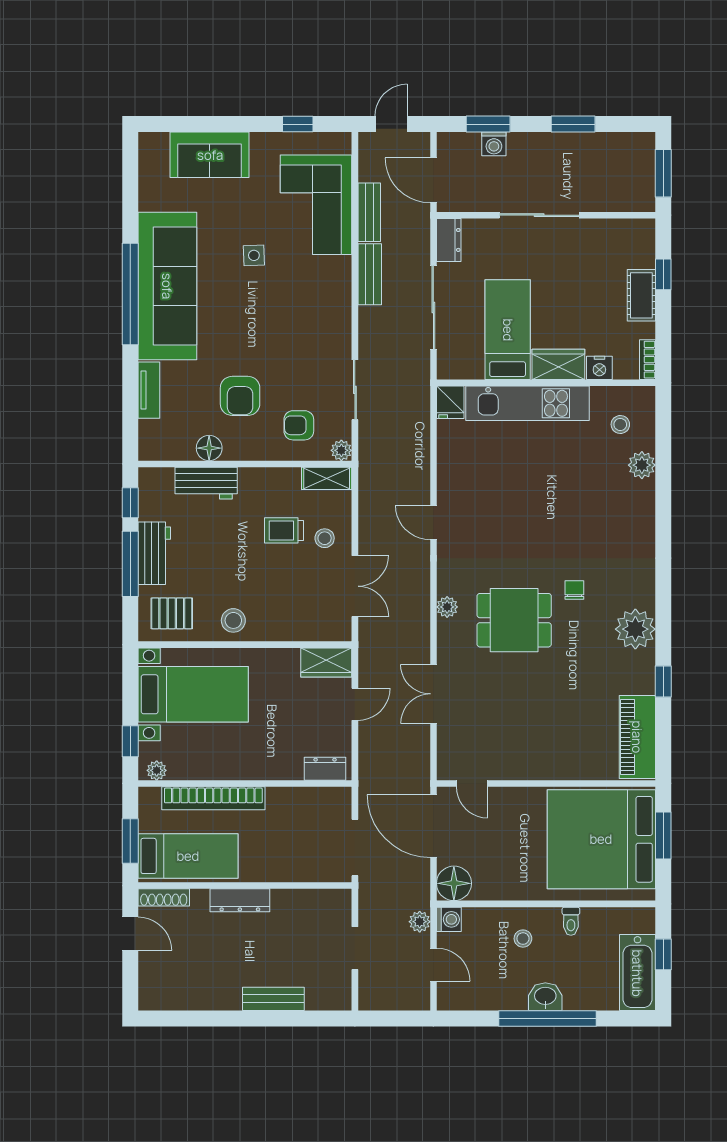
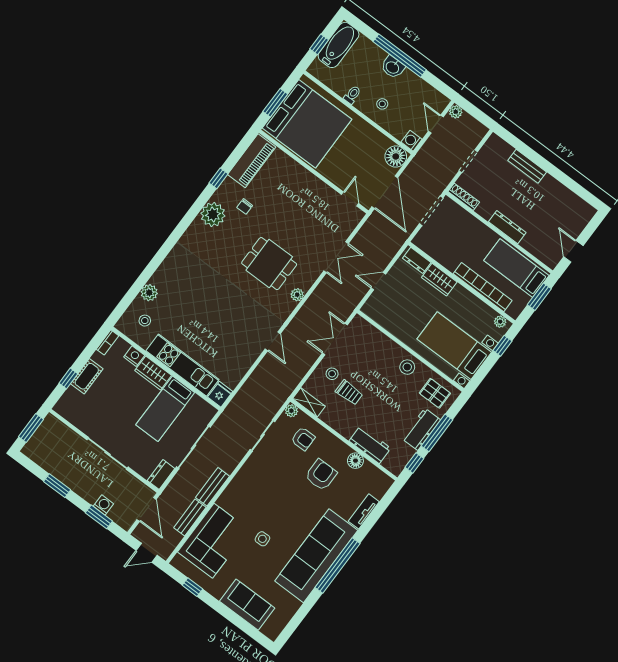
chair: (574, 590) -> (245, 206), moved
wardrobe: (326, 662) -> (439, 280), moved, turned 180
shoe rack: (164, 897) -> (464, 197), moved
plant: (420, 922) -> (456, 112), moved

